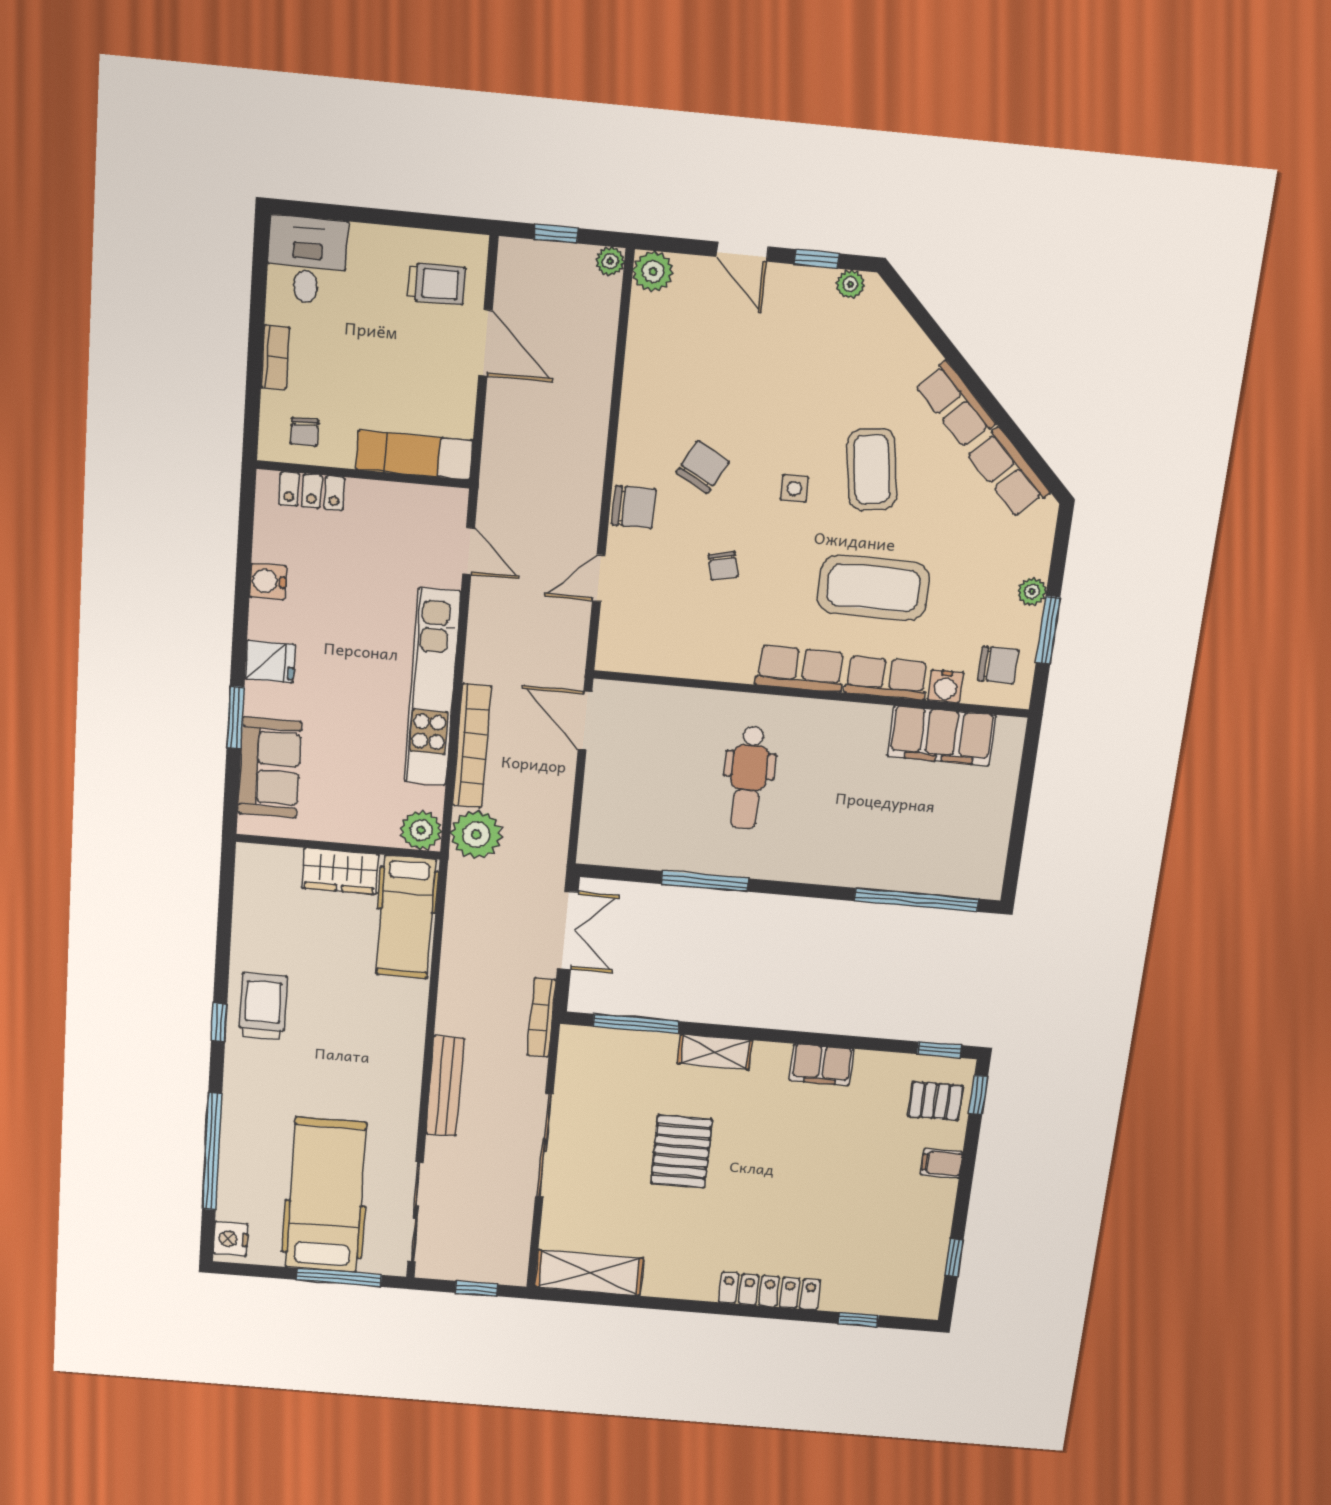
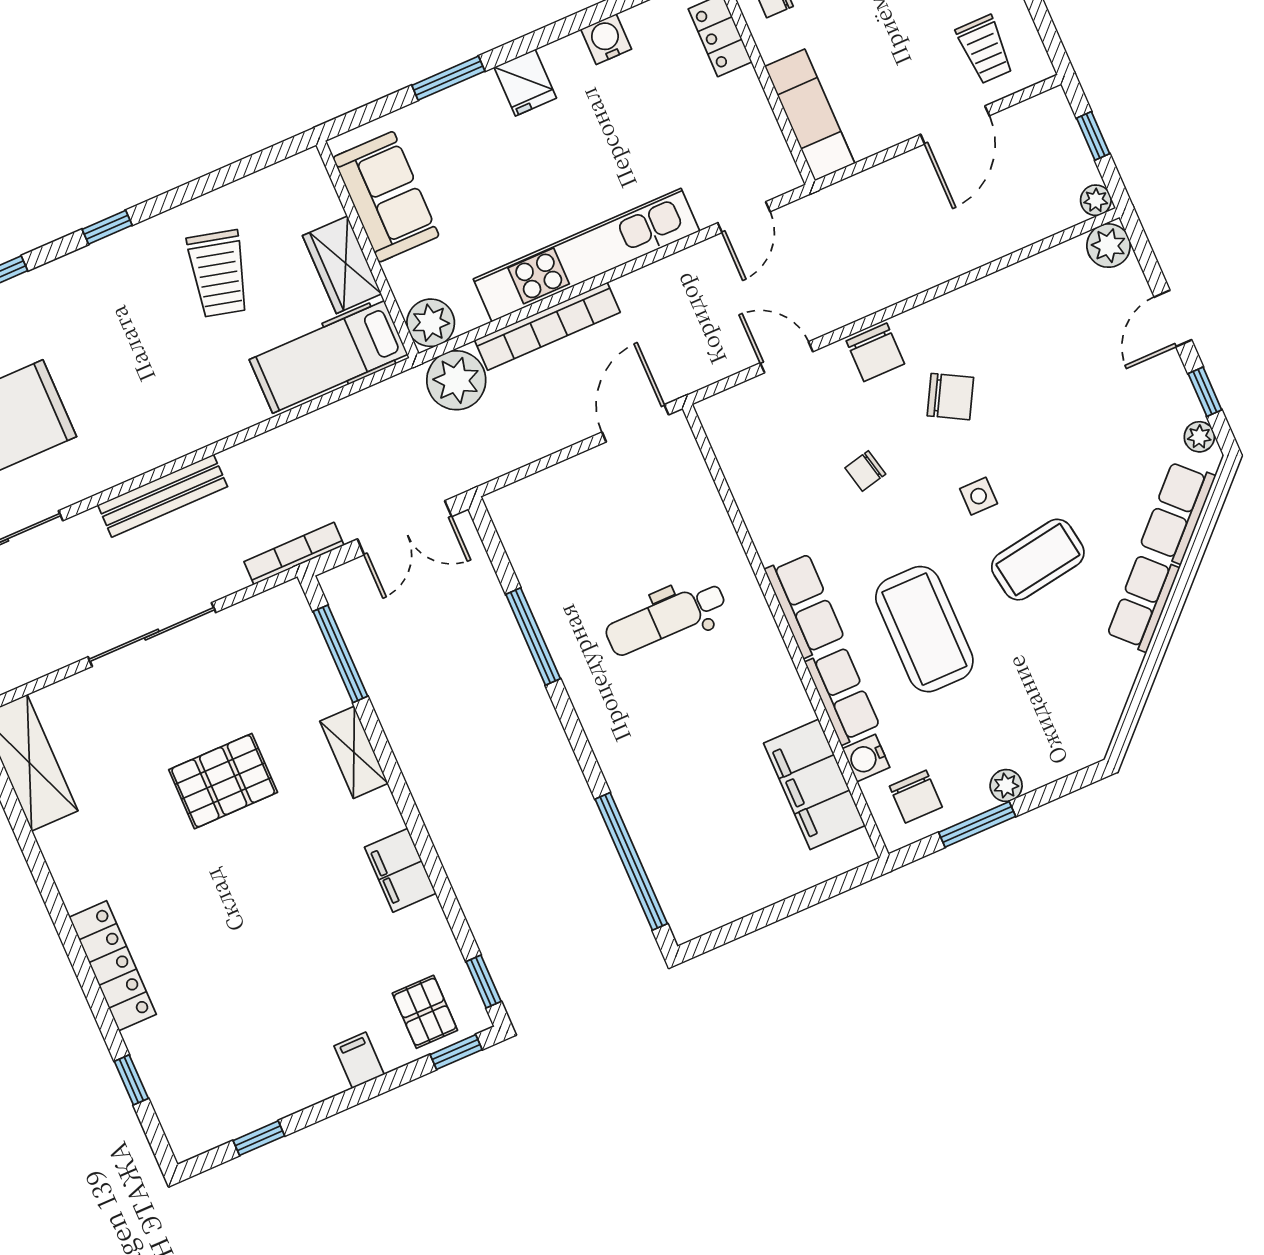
row of seats: (1008, 473) -> (1177, 512), moved
sofa: (270, 768) -> (386, 197), moved, turned -90
trolley: (263, 1007) -> (218, 274), moved, turned 104

